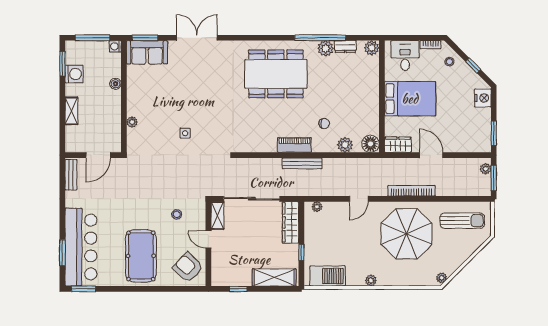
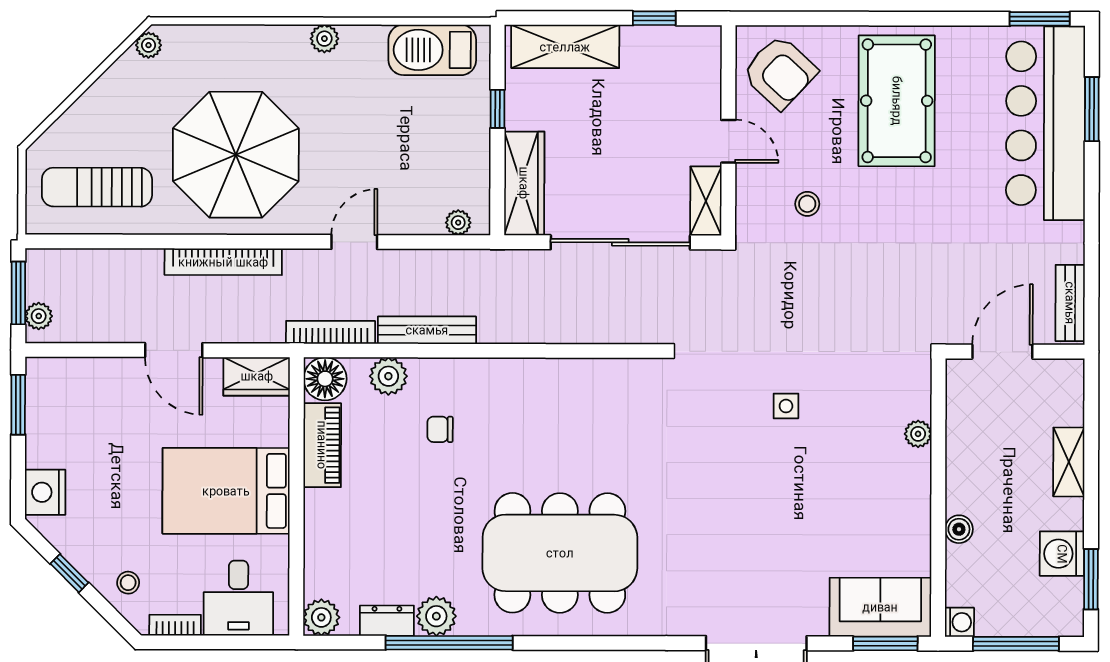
piano: (294, 145) -> (322, 445), moved, turned -90
bookcase: (368, 162) -> (331, 332), added
bench: (302, 163) -> (427, 330), moved

